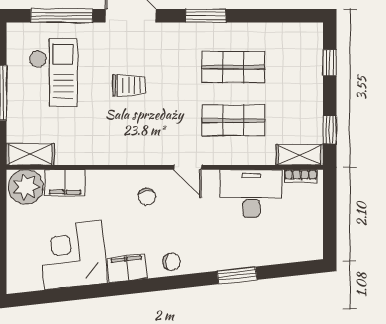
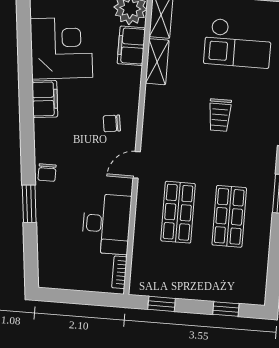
shelving: (300, 155) -> (157, 62), moved
chair: (171, 262) -> (47, 172), moved

